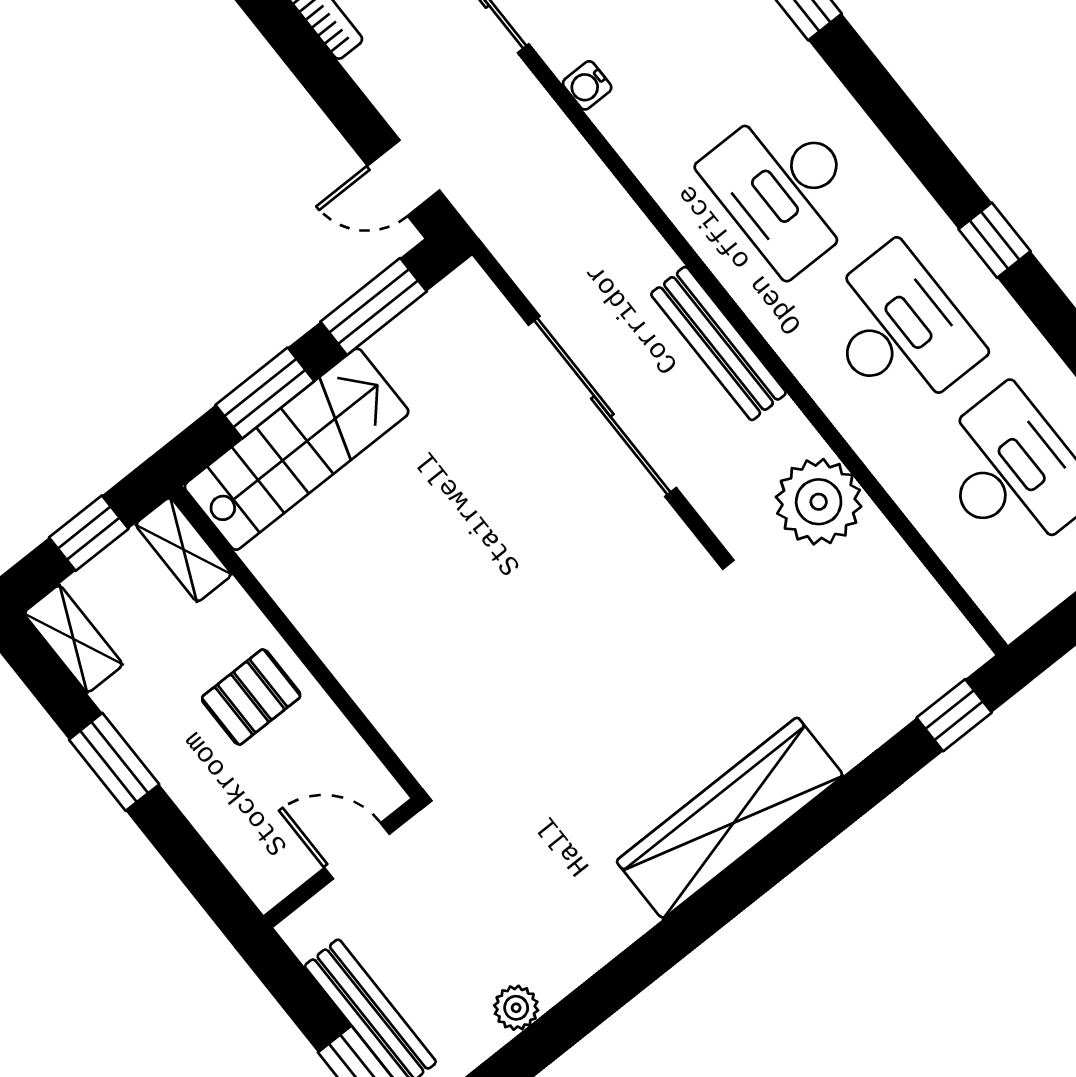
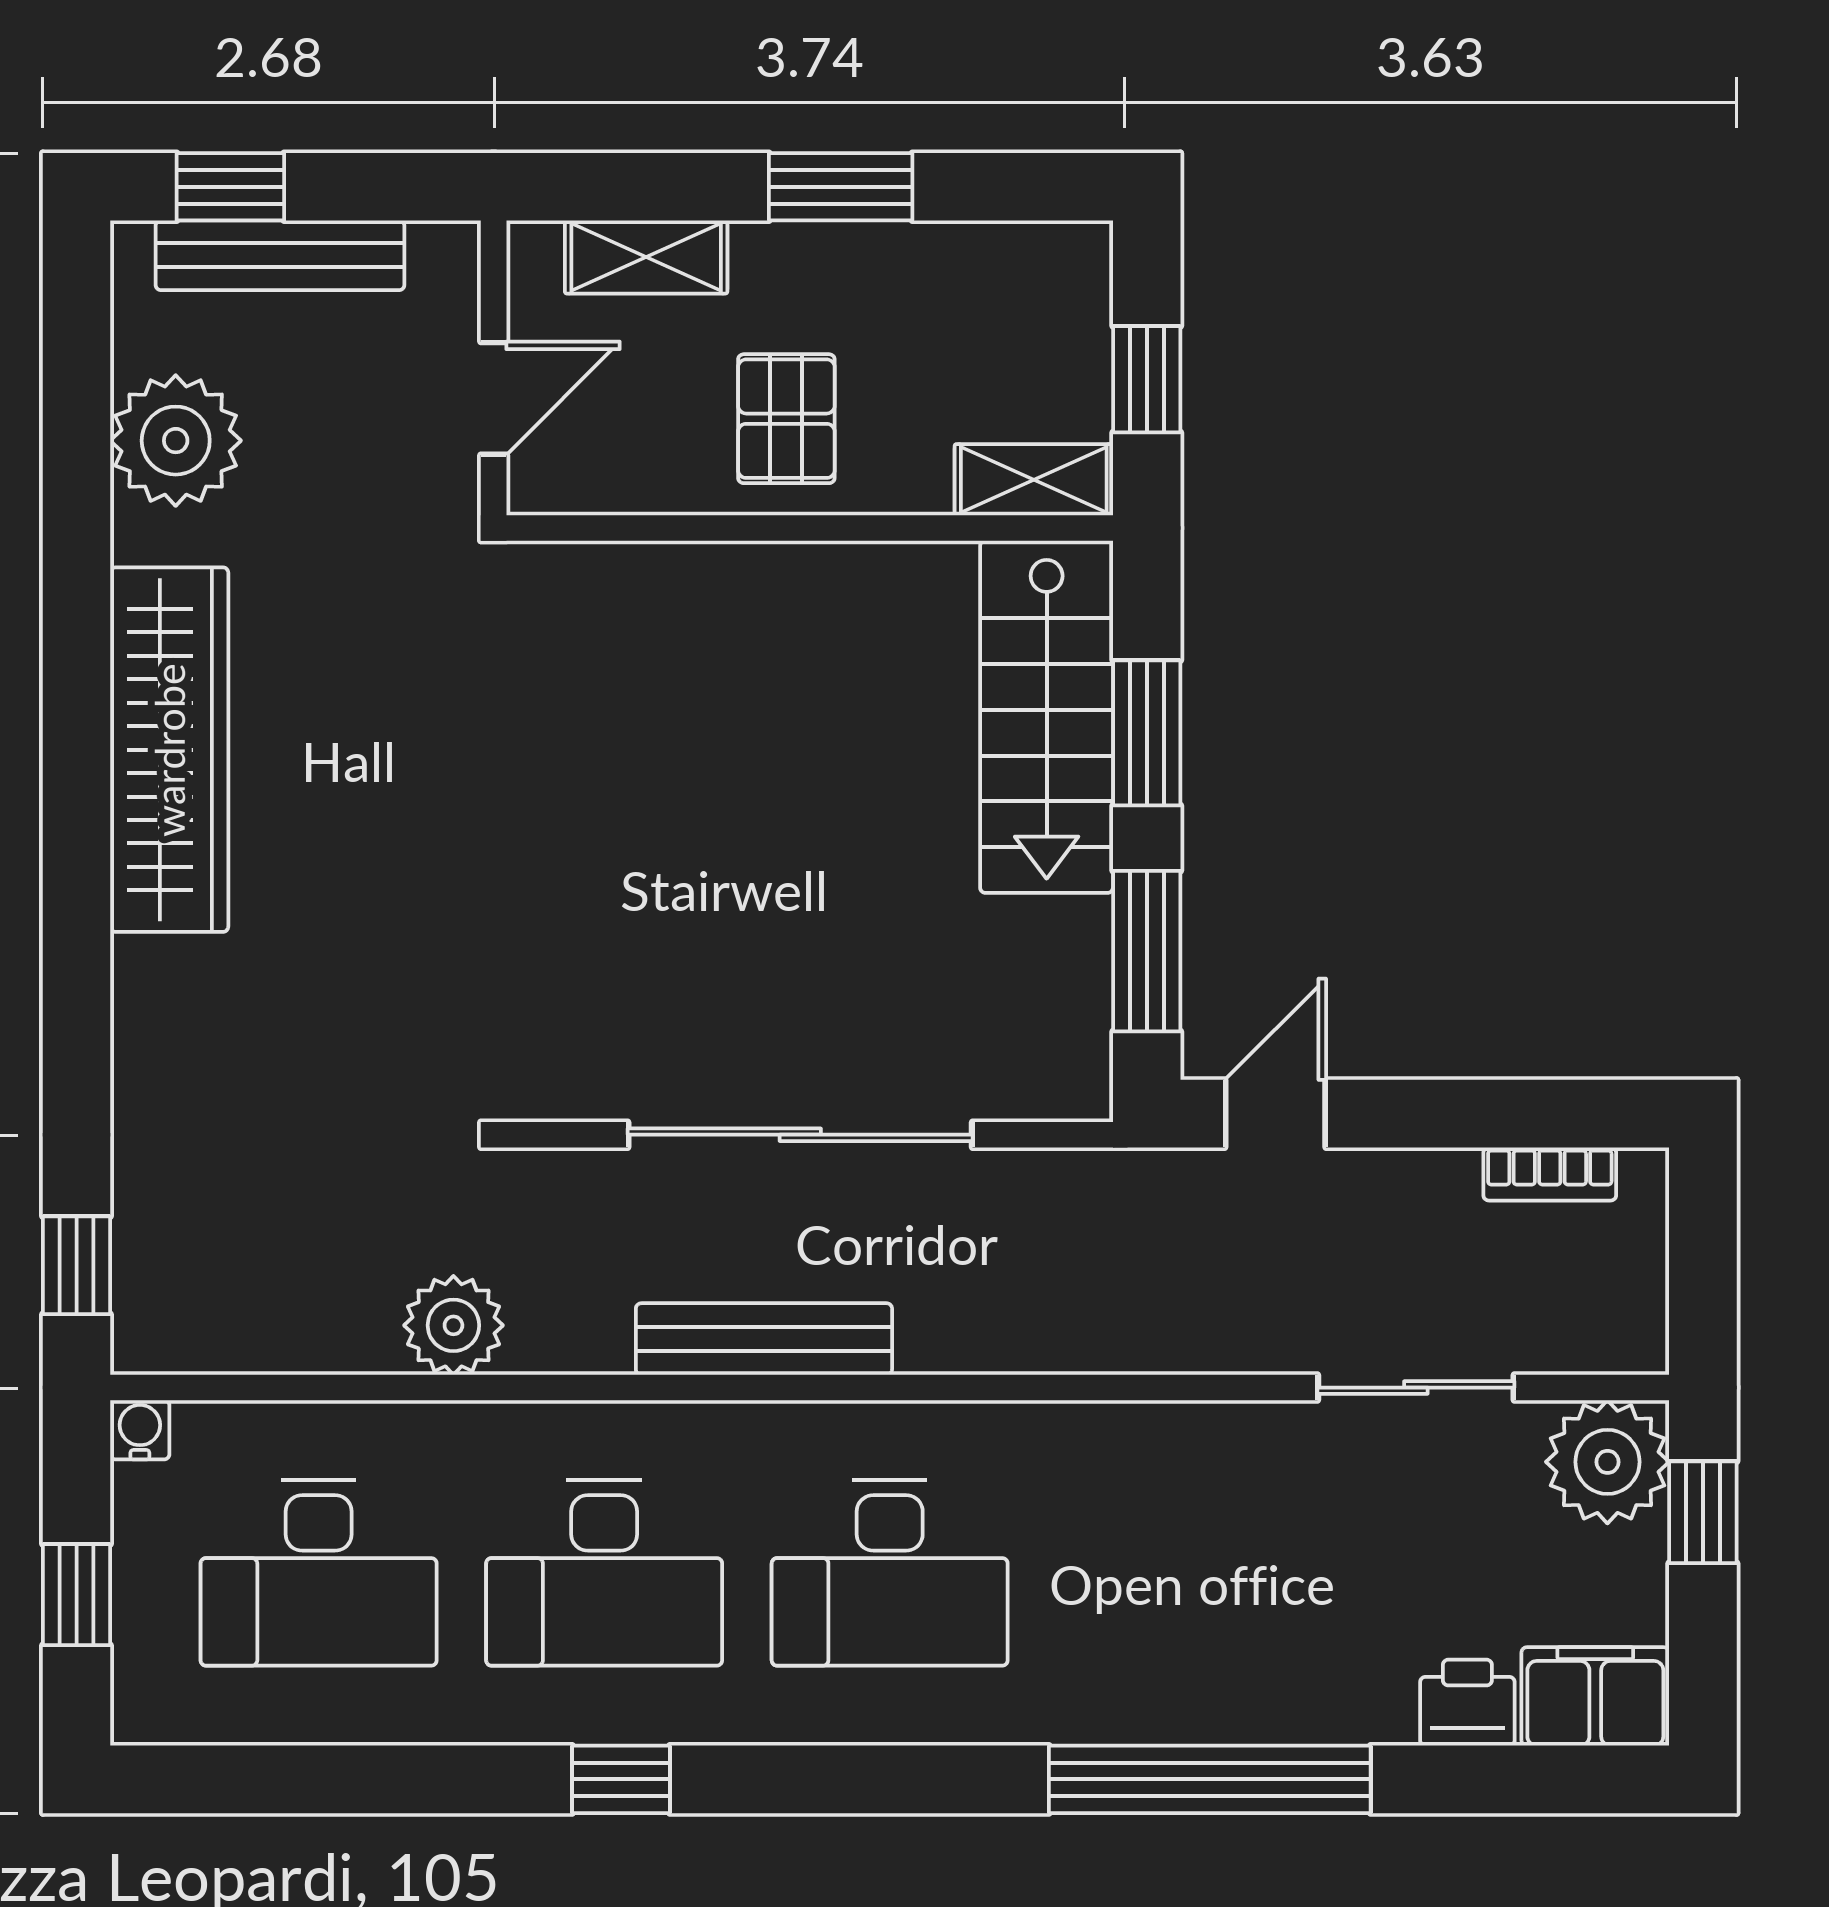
water cooler: (587, 85) -> (140, 1430), moved
desk: (785, 188) -> (890, 1573), turned 180
plant: (819, 502) -> (453, 1325), width x0.73, depth x0.73
shelving: (73, 639) -> (646, 257), moved
wardrobe: (730, 818) -> (169, 750), moved
plant: (516, 1008) -> (176, 441), width x1.88, depth x1.88

